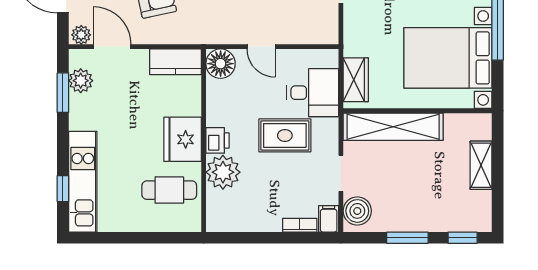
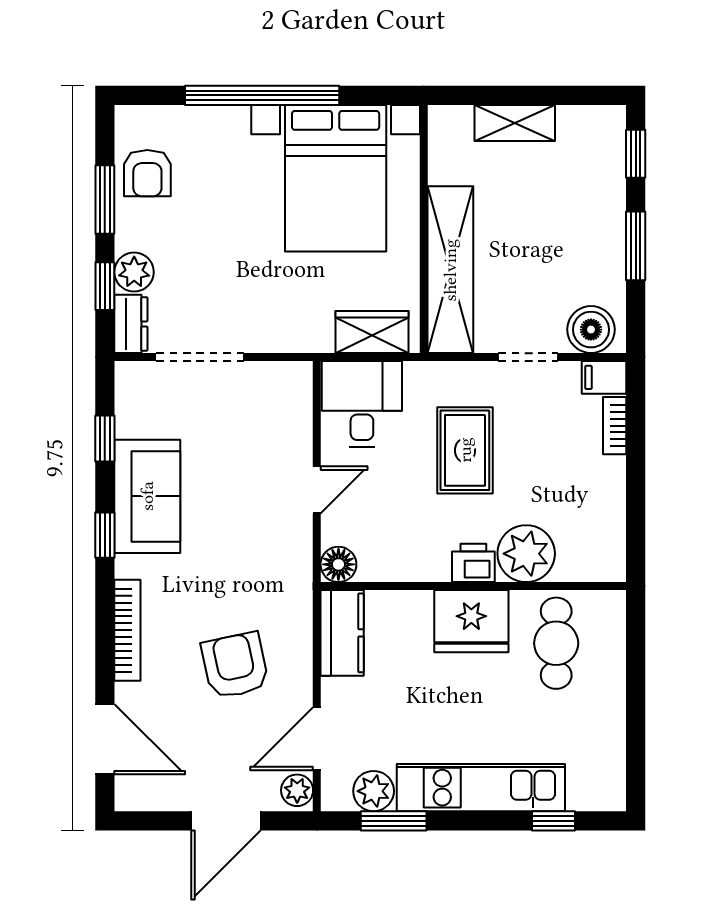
floor lamp: (221, 64) -> (338, 564), width x0.73, depth x0.73
desk: (313, 93) -> (362, 404), moved
kitchen unit: (83, 182) -> (481, 788), moved

